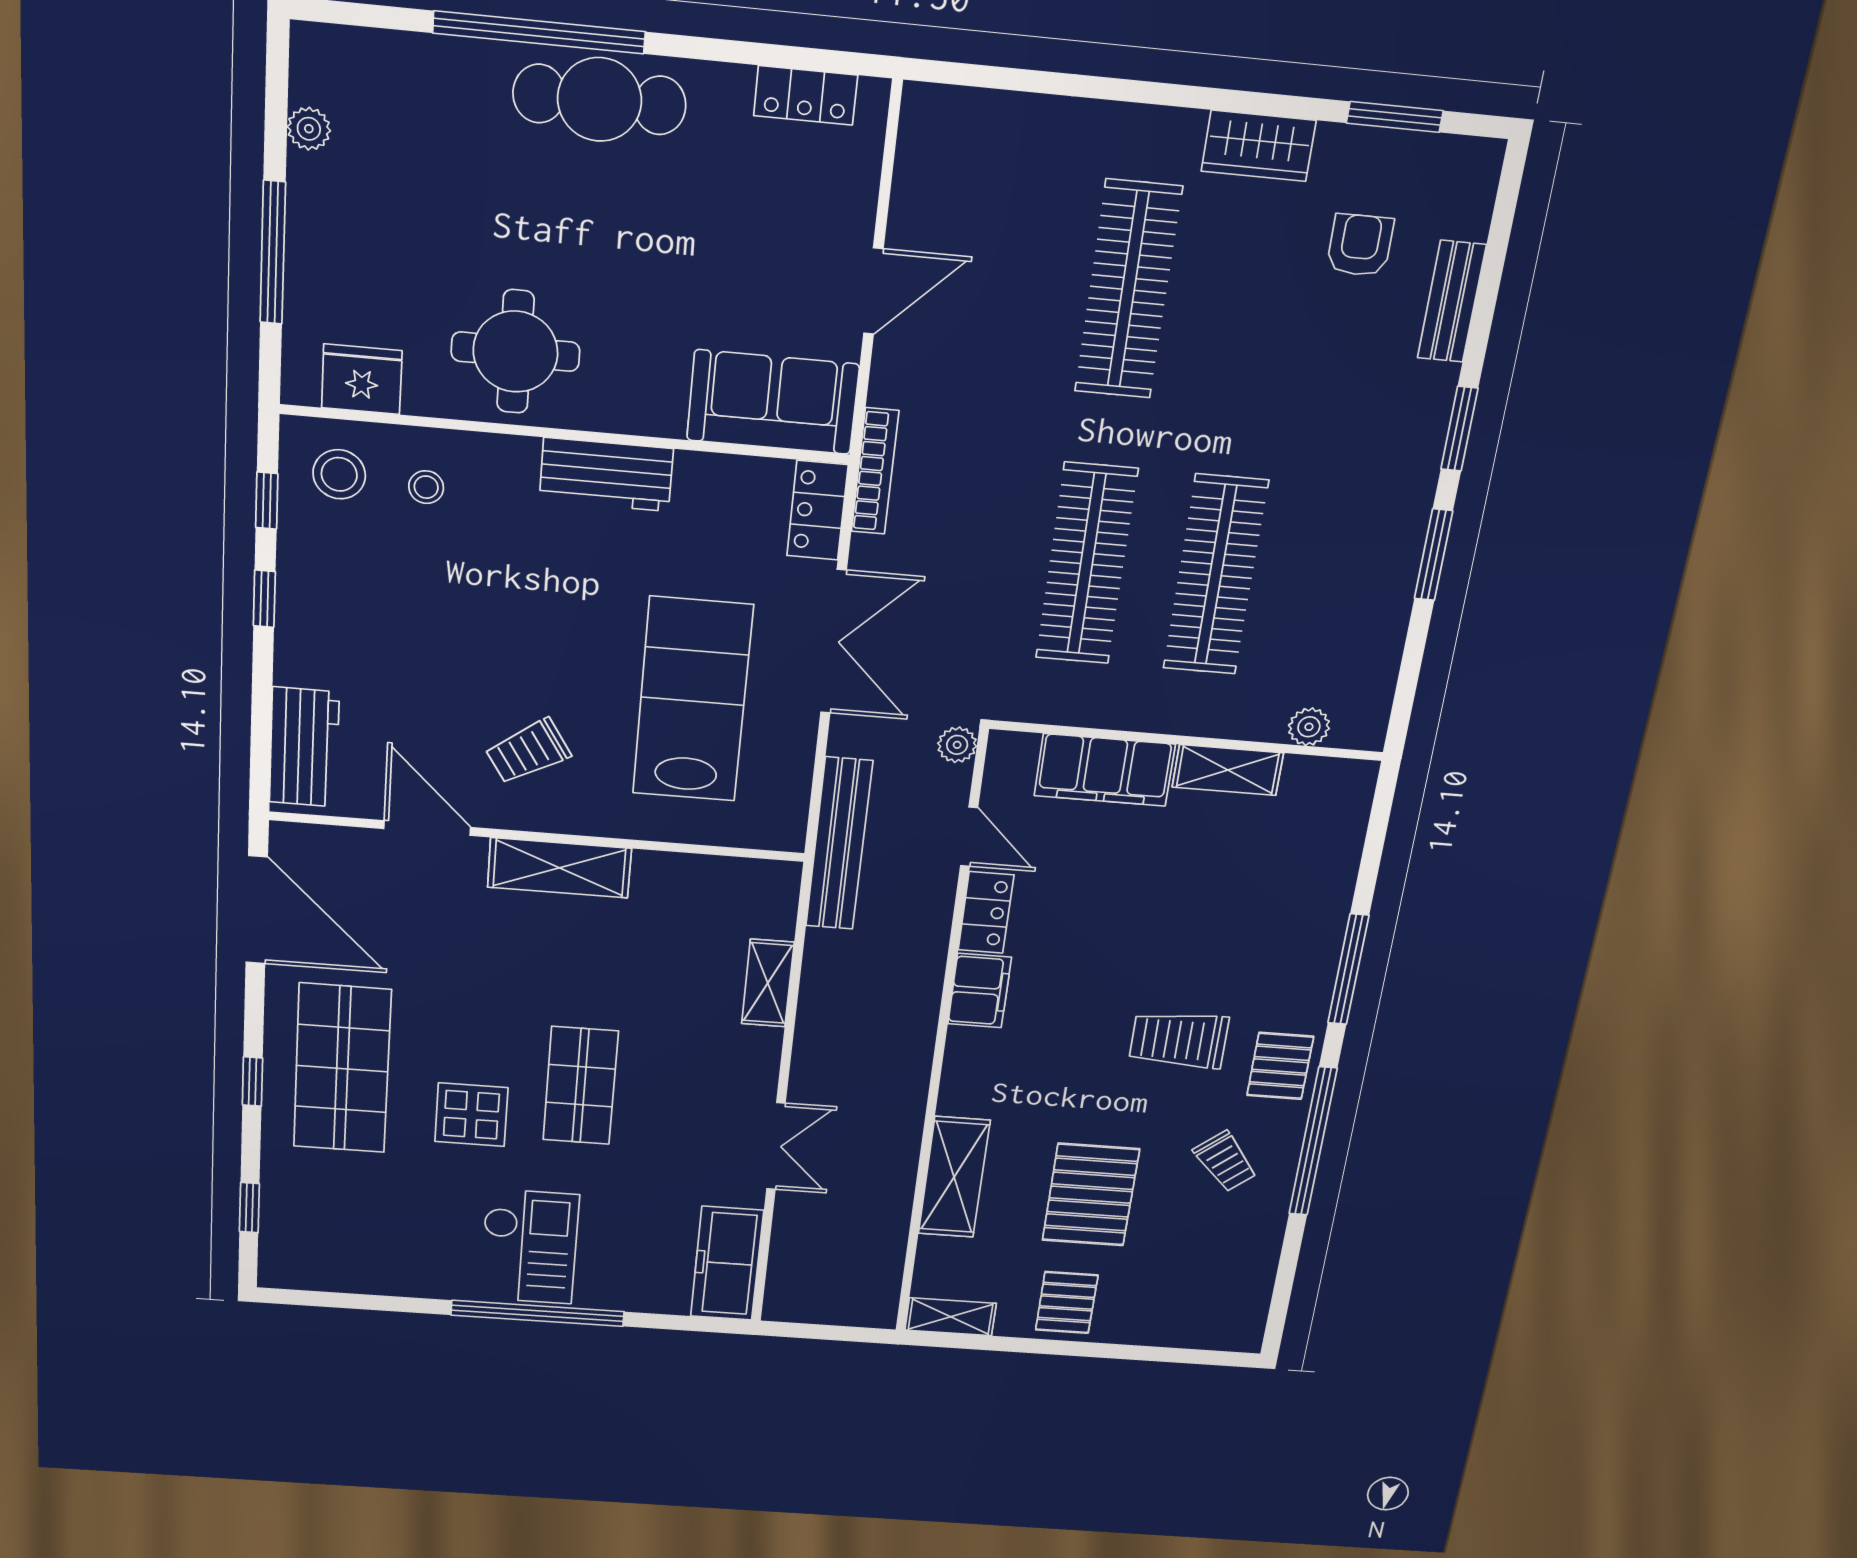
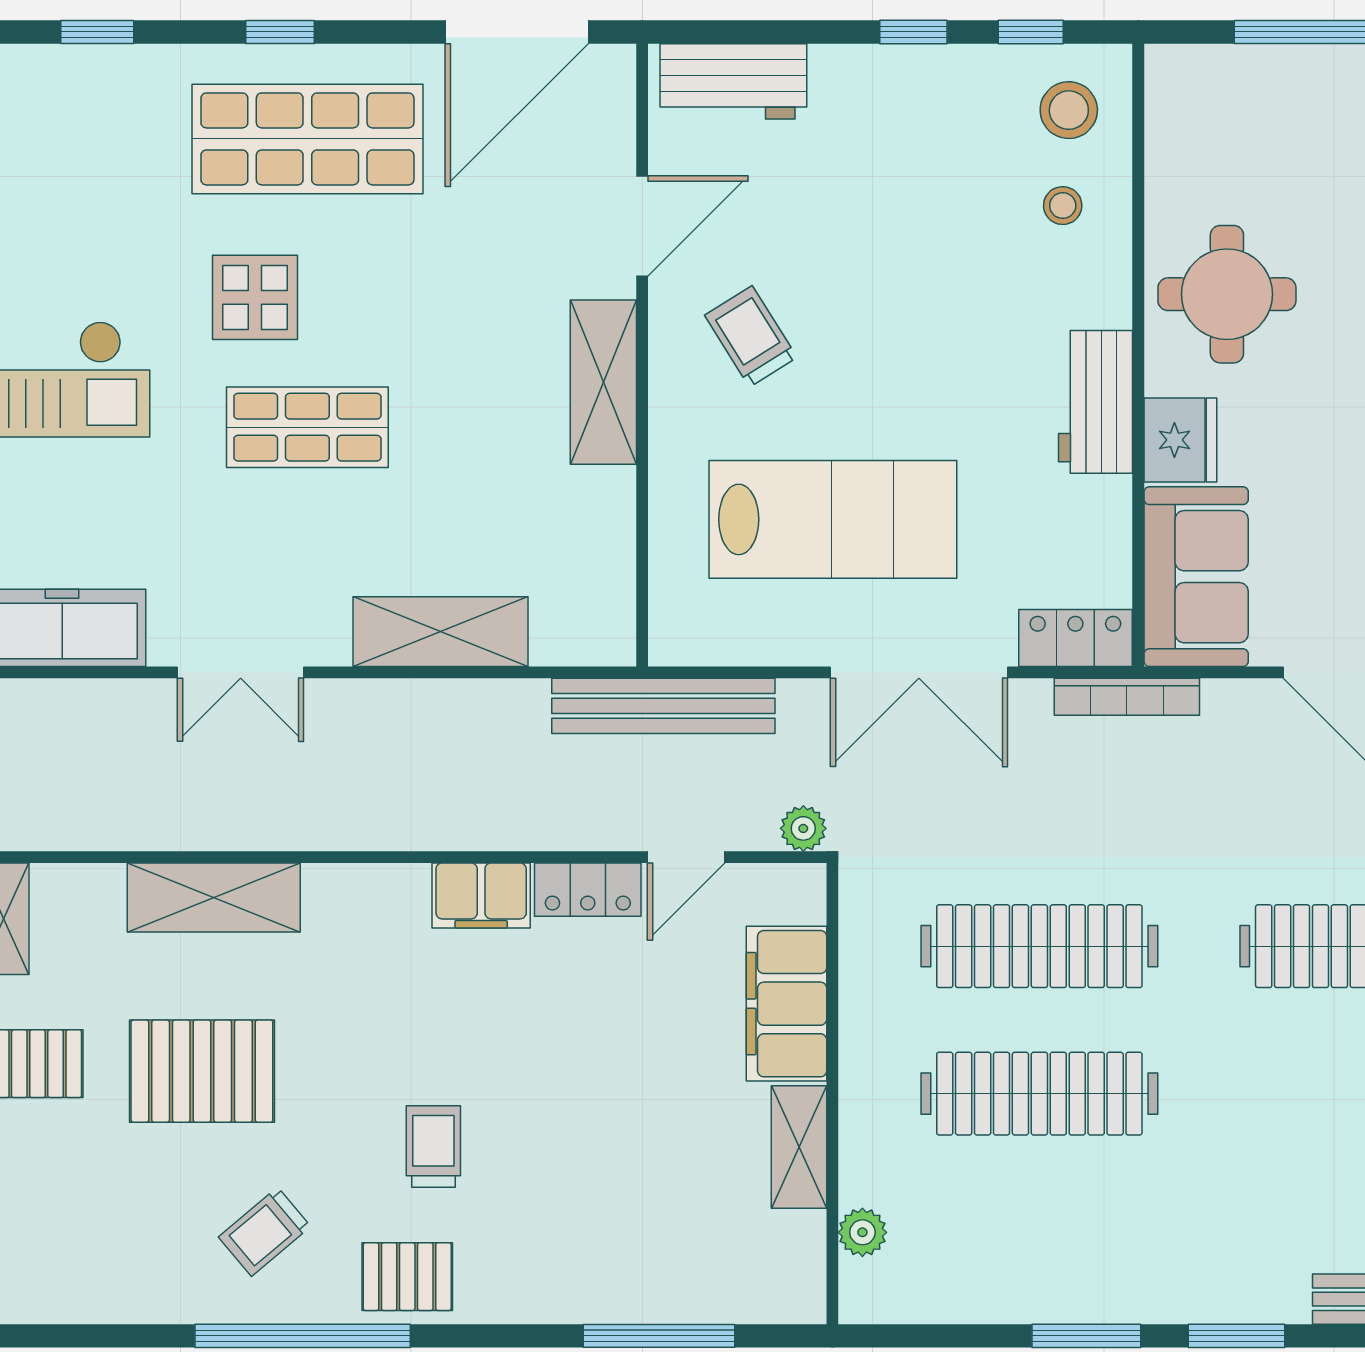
fridge: (362, 379) -> (1180, 440), moved
window: (1348, 969) -> (659, 1336), moved
shelving: (768, 983) -> (441, 632), width x1.50, depth x1.33
trolley: (1179, 1040) -> (433, 1147), width x0.73, depth x0.72

